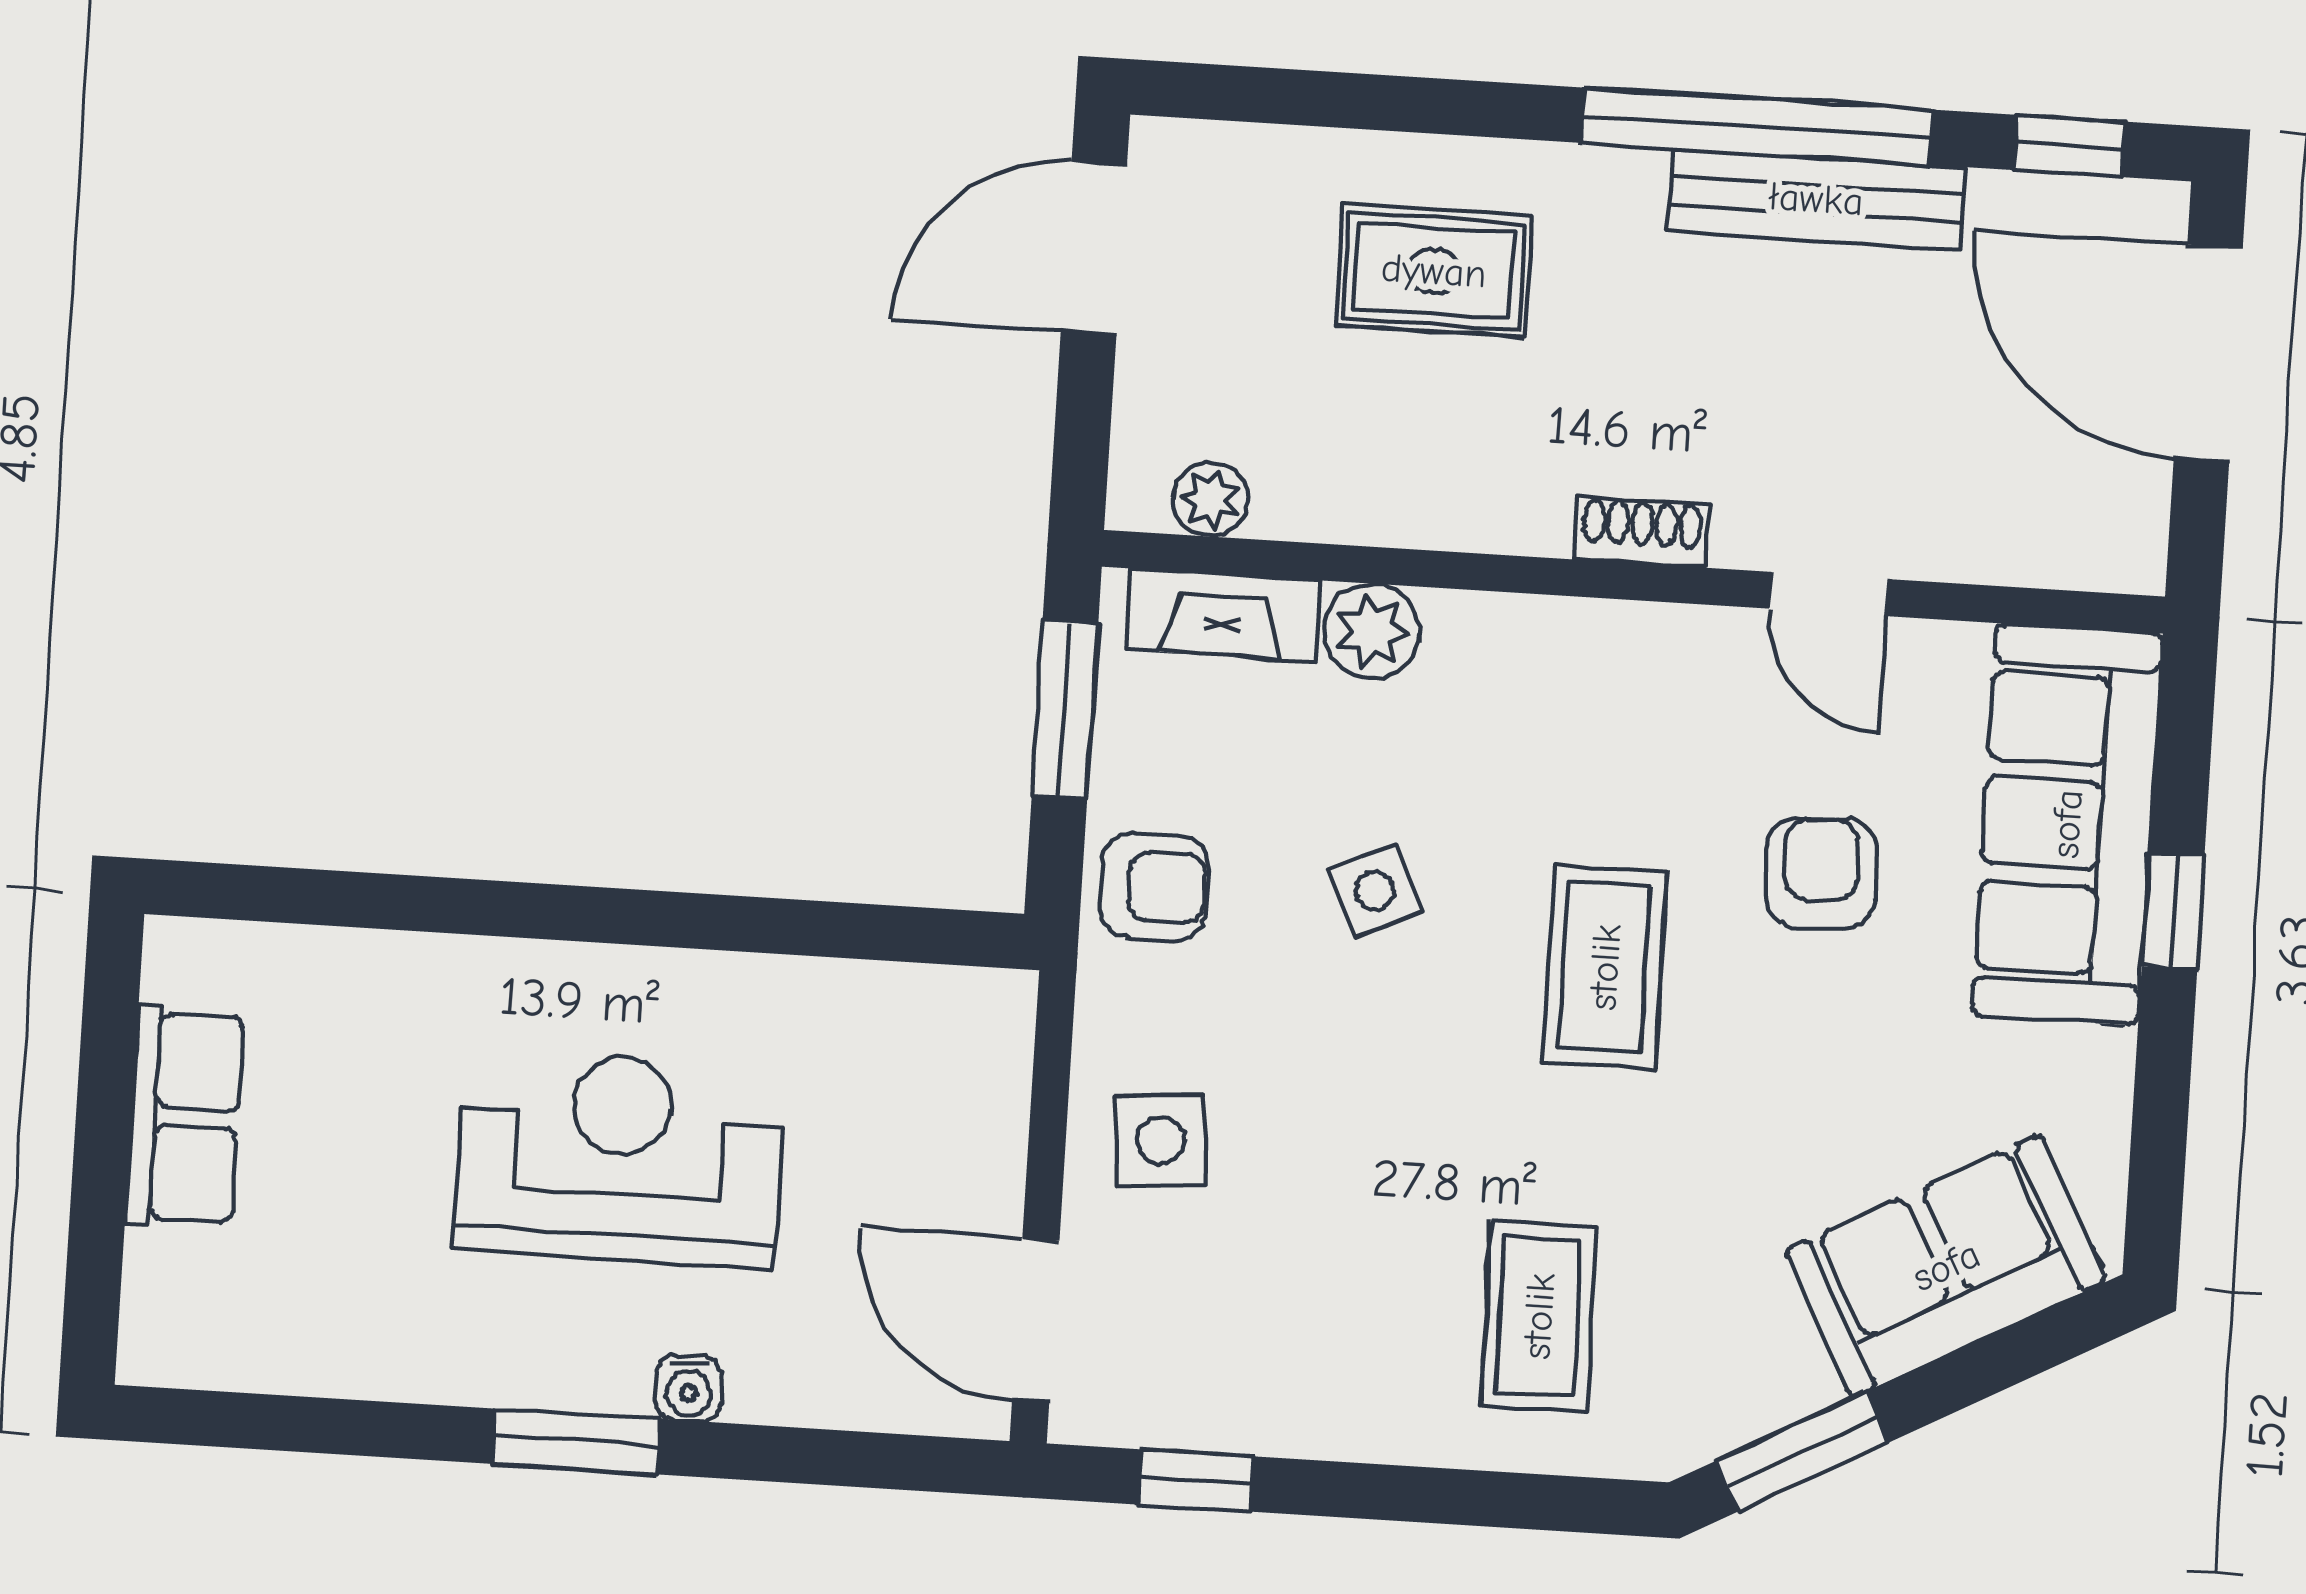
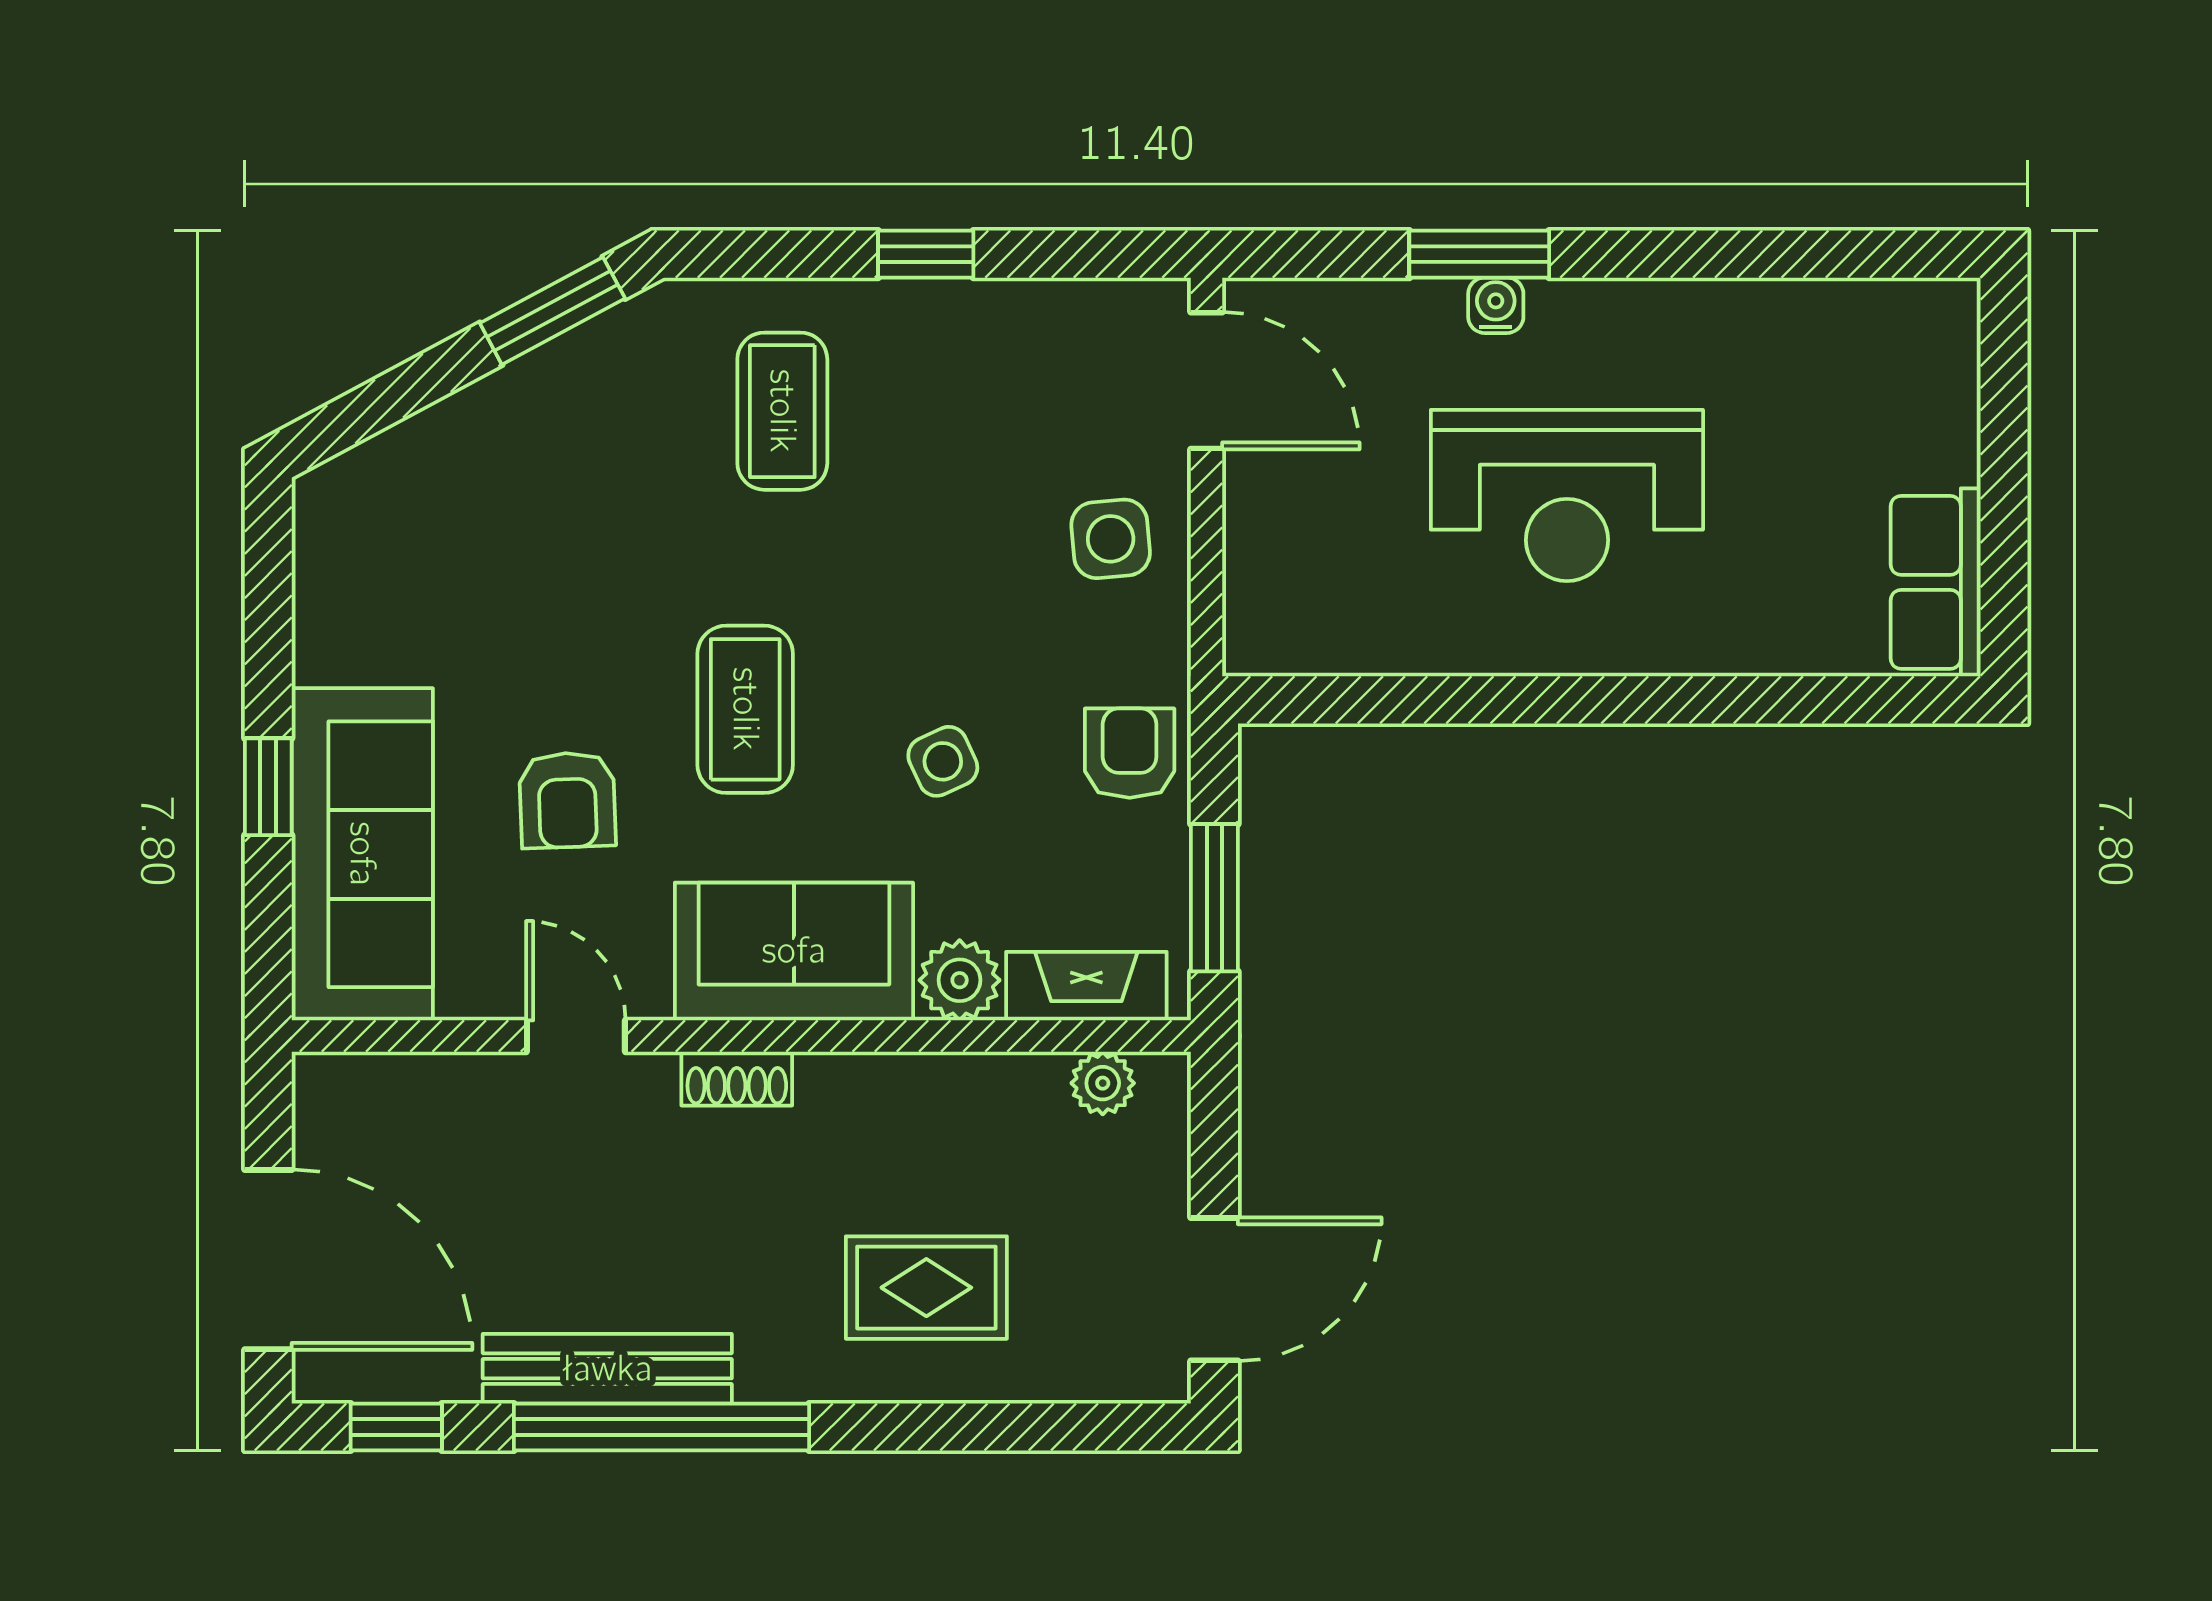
armchair: (1154, 887) -> (1130, 753), turned 90
row of seats: (185, 1117) -> (1936, 582), moved
sofa: (1946, 1266) -> (794, 951), moved, turned -152
window: (576, 1441) -> (1479, 254), moved
window: (1196, 1480) -> (926, 254), moved

